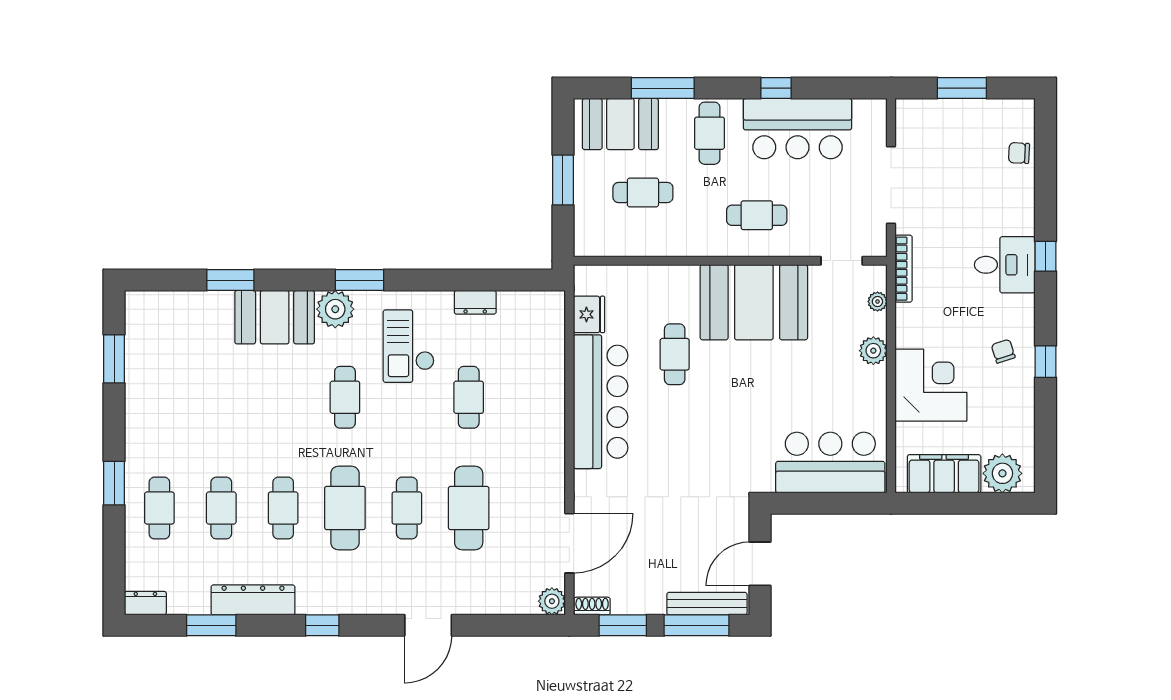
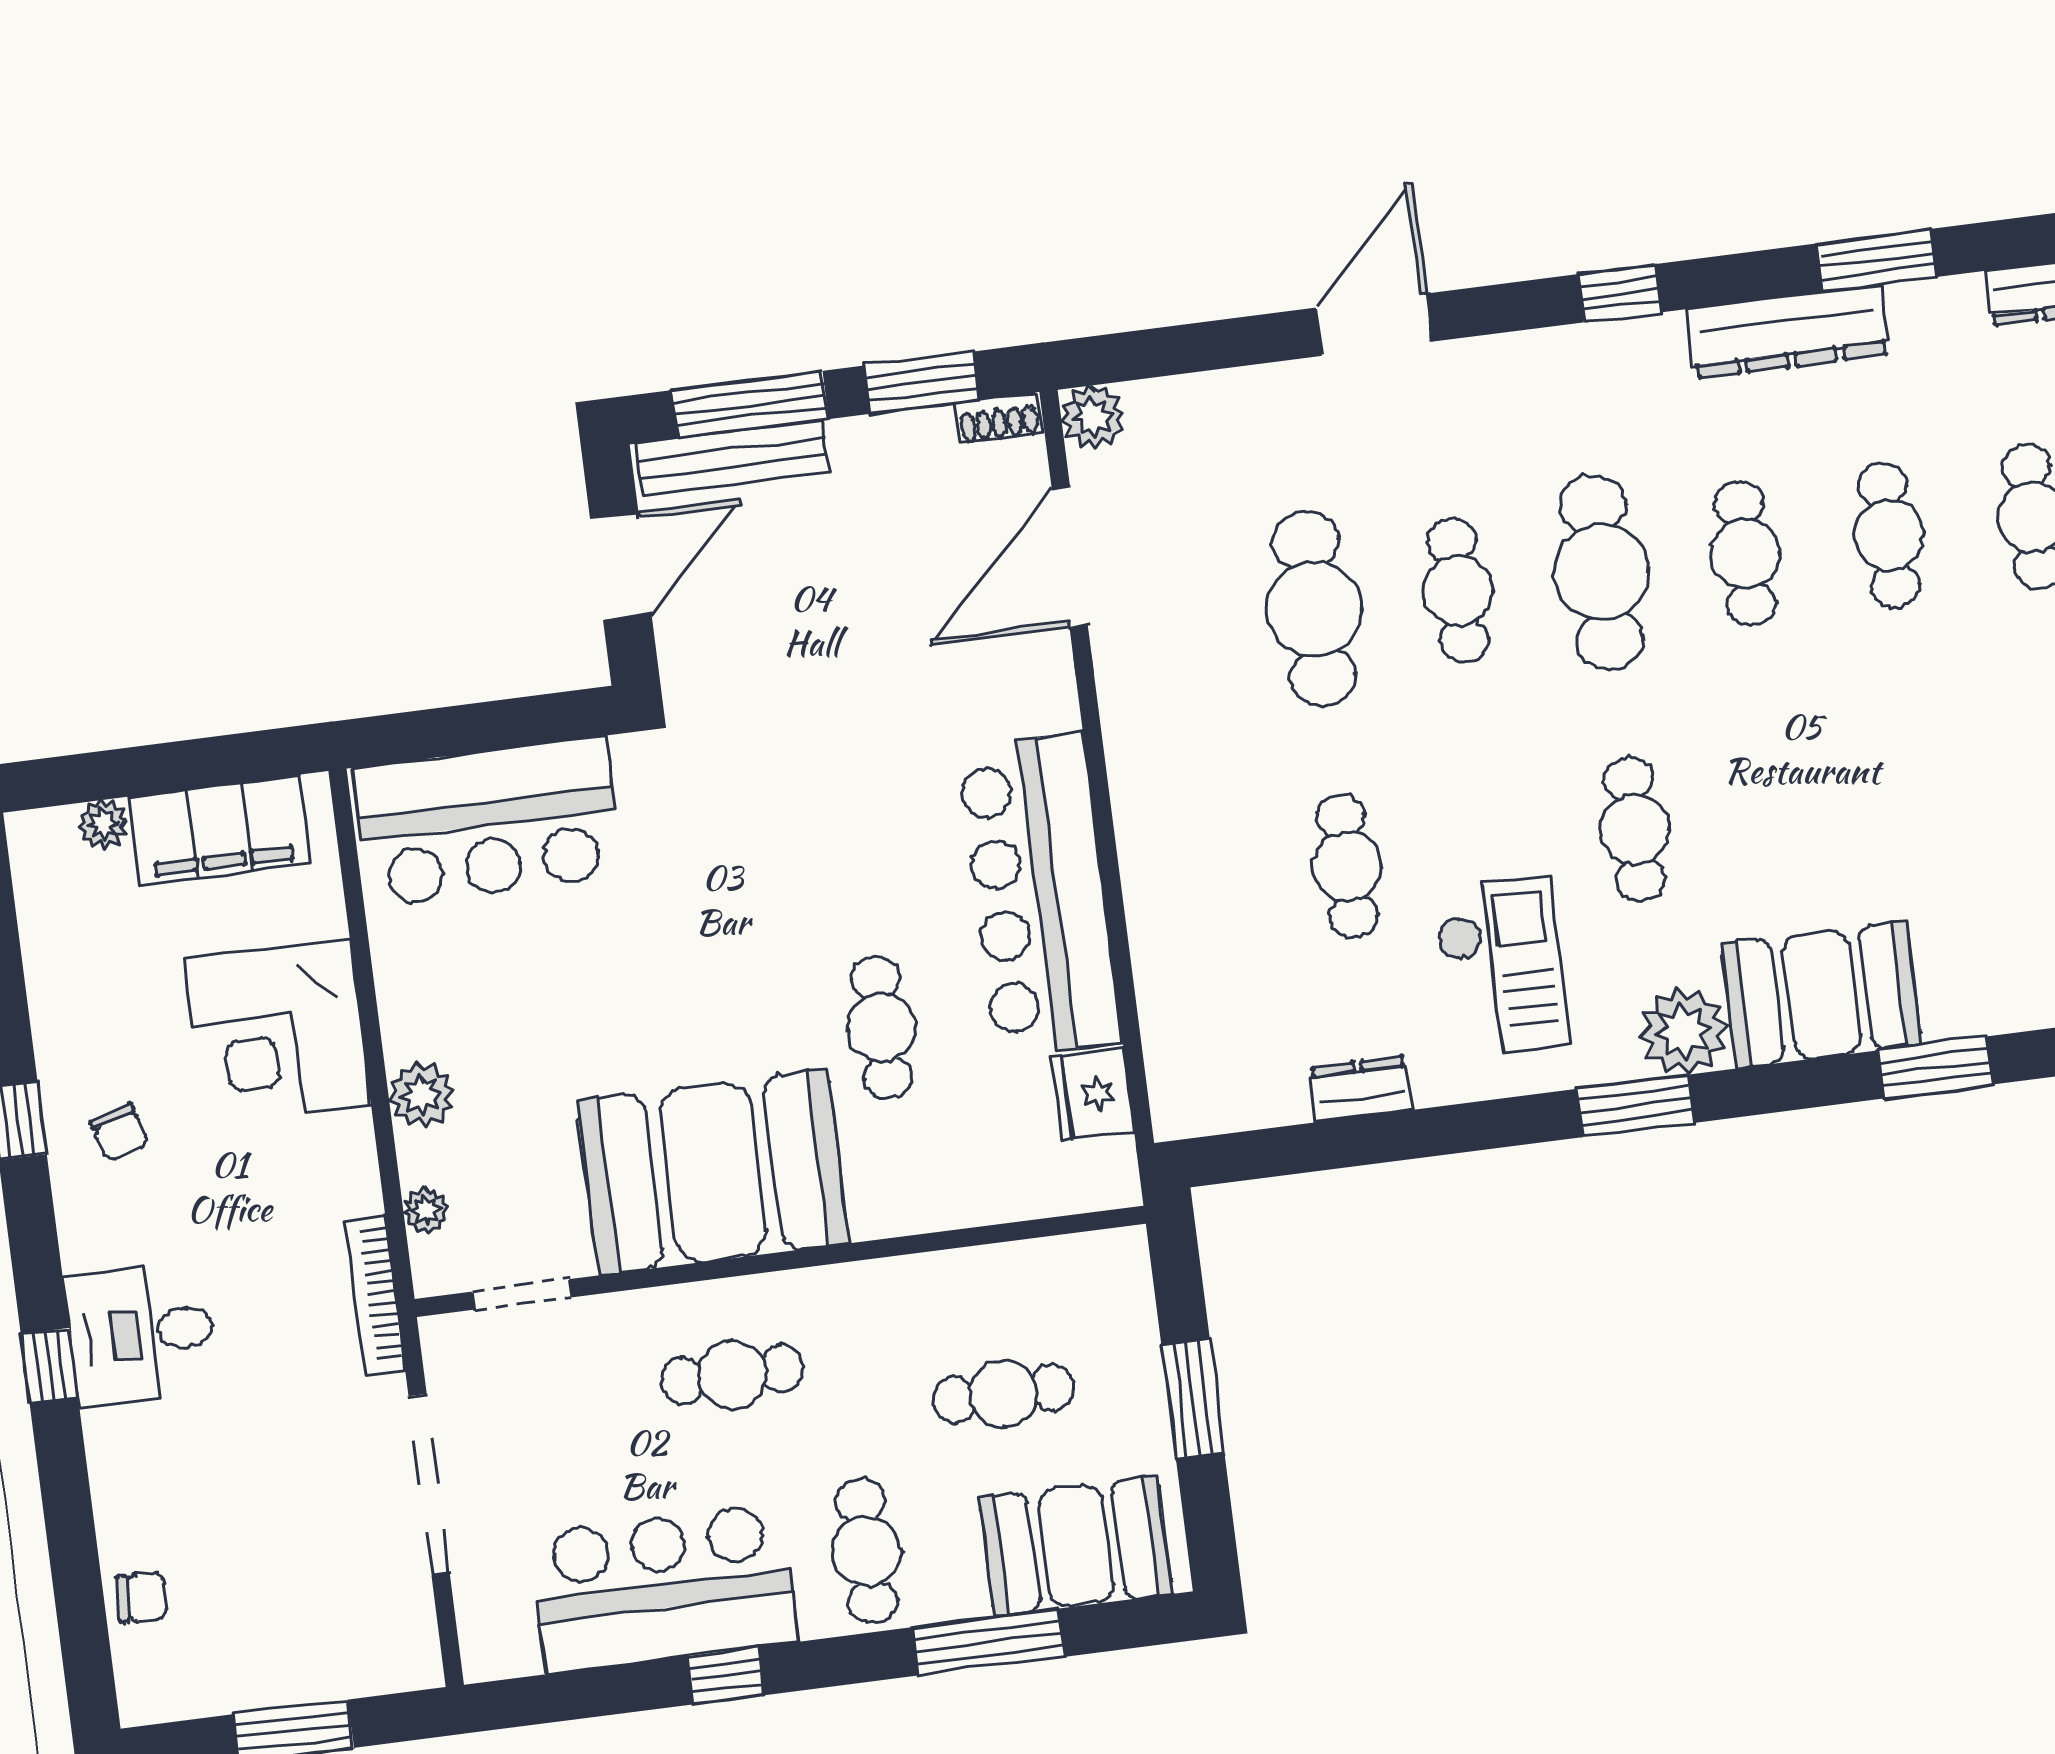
plant: (1002, 473) -> (103, 824), width x0.53, depth x0.53

